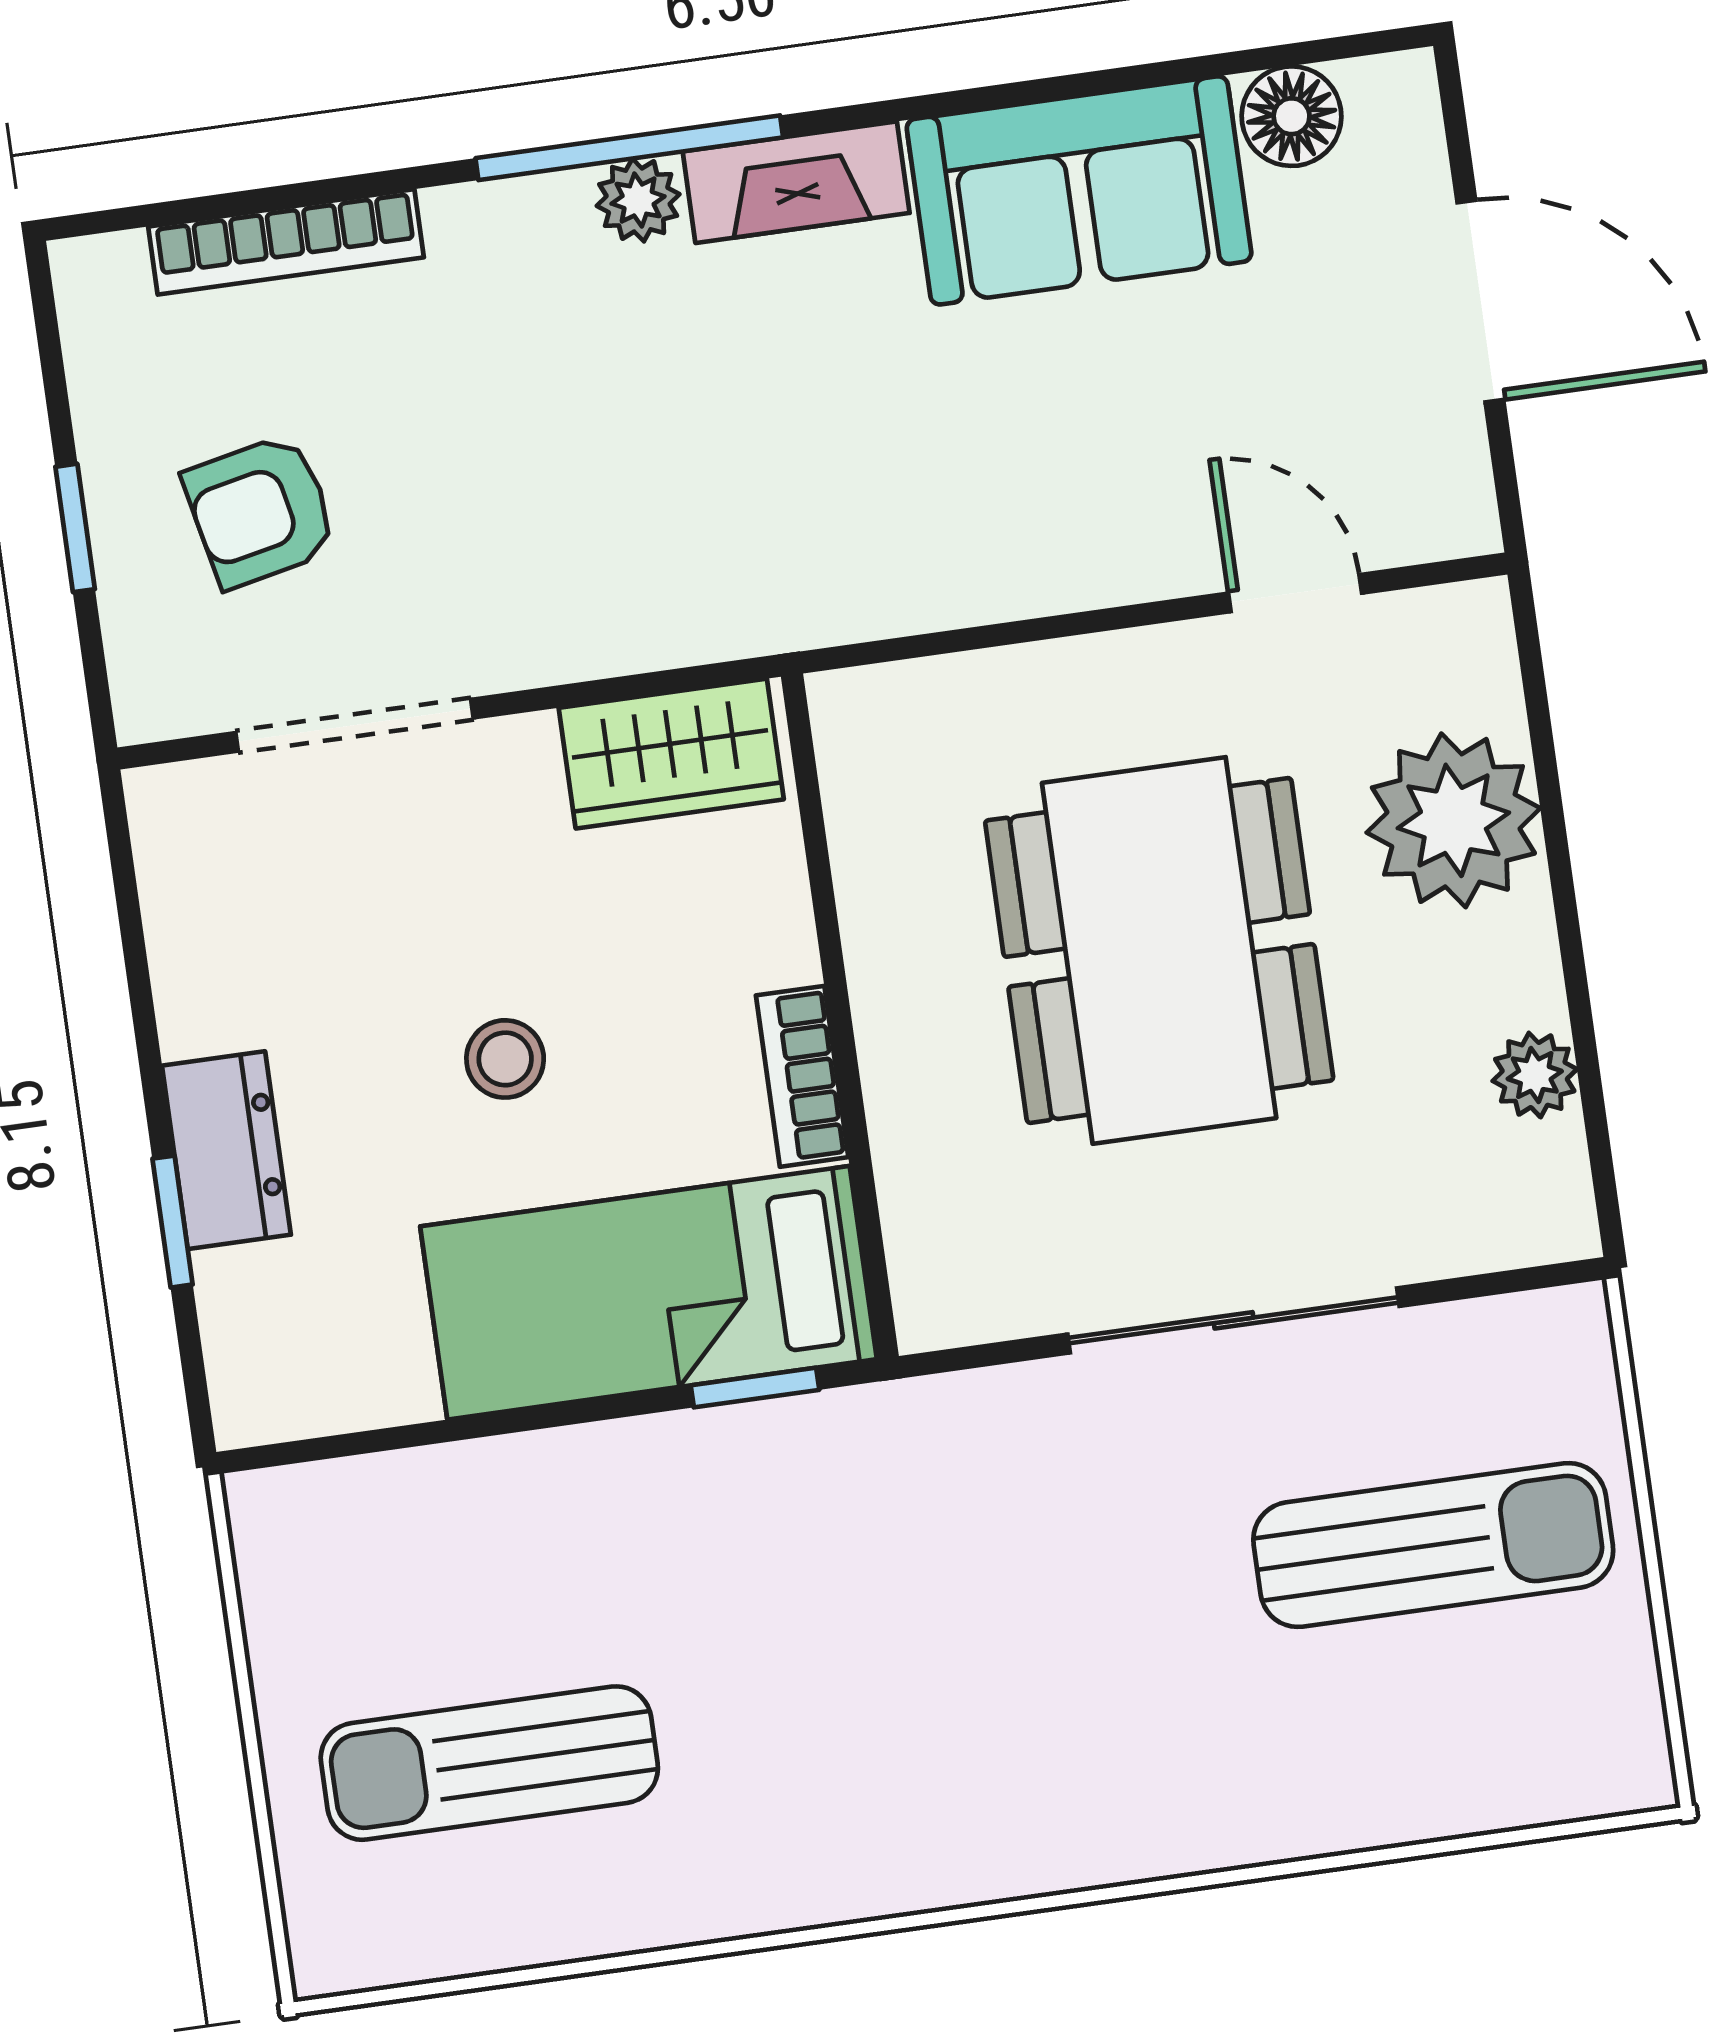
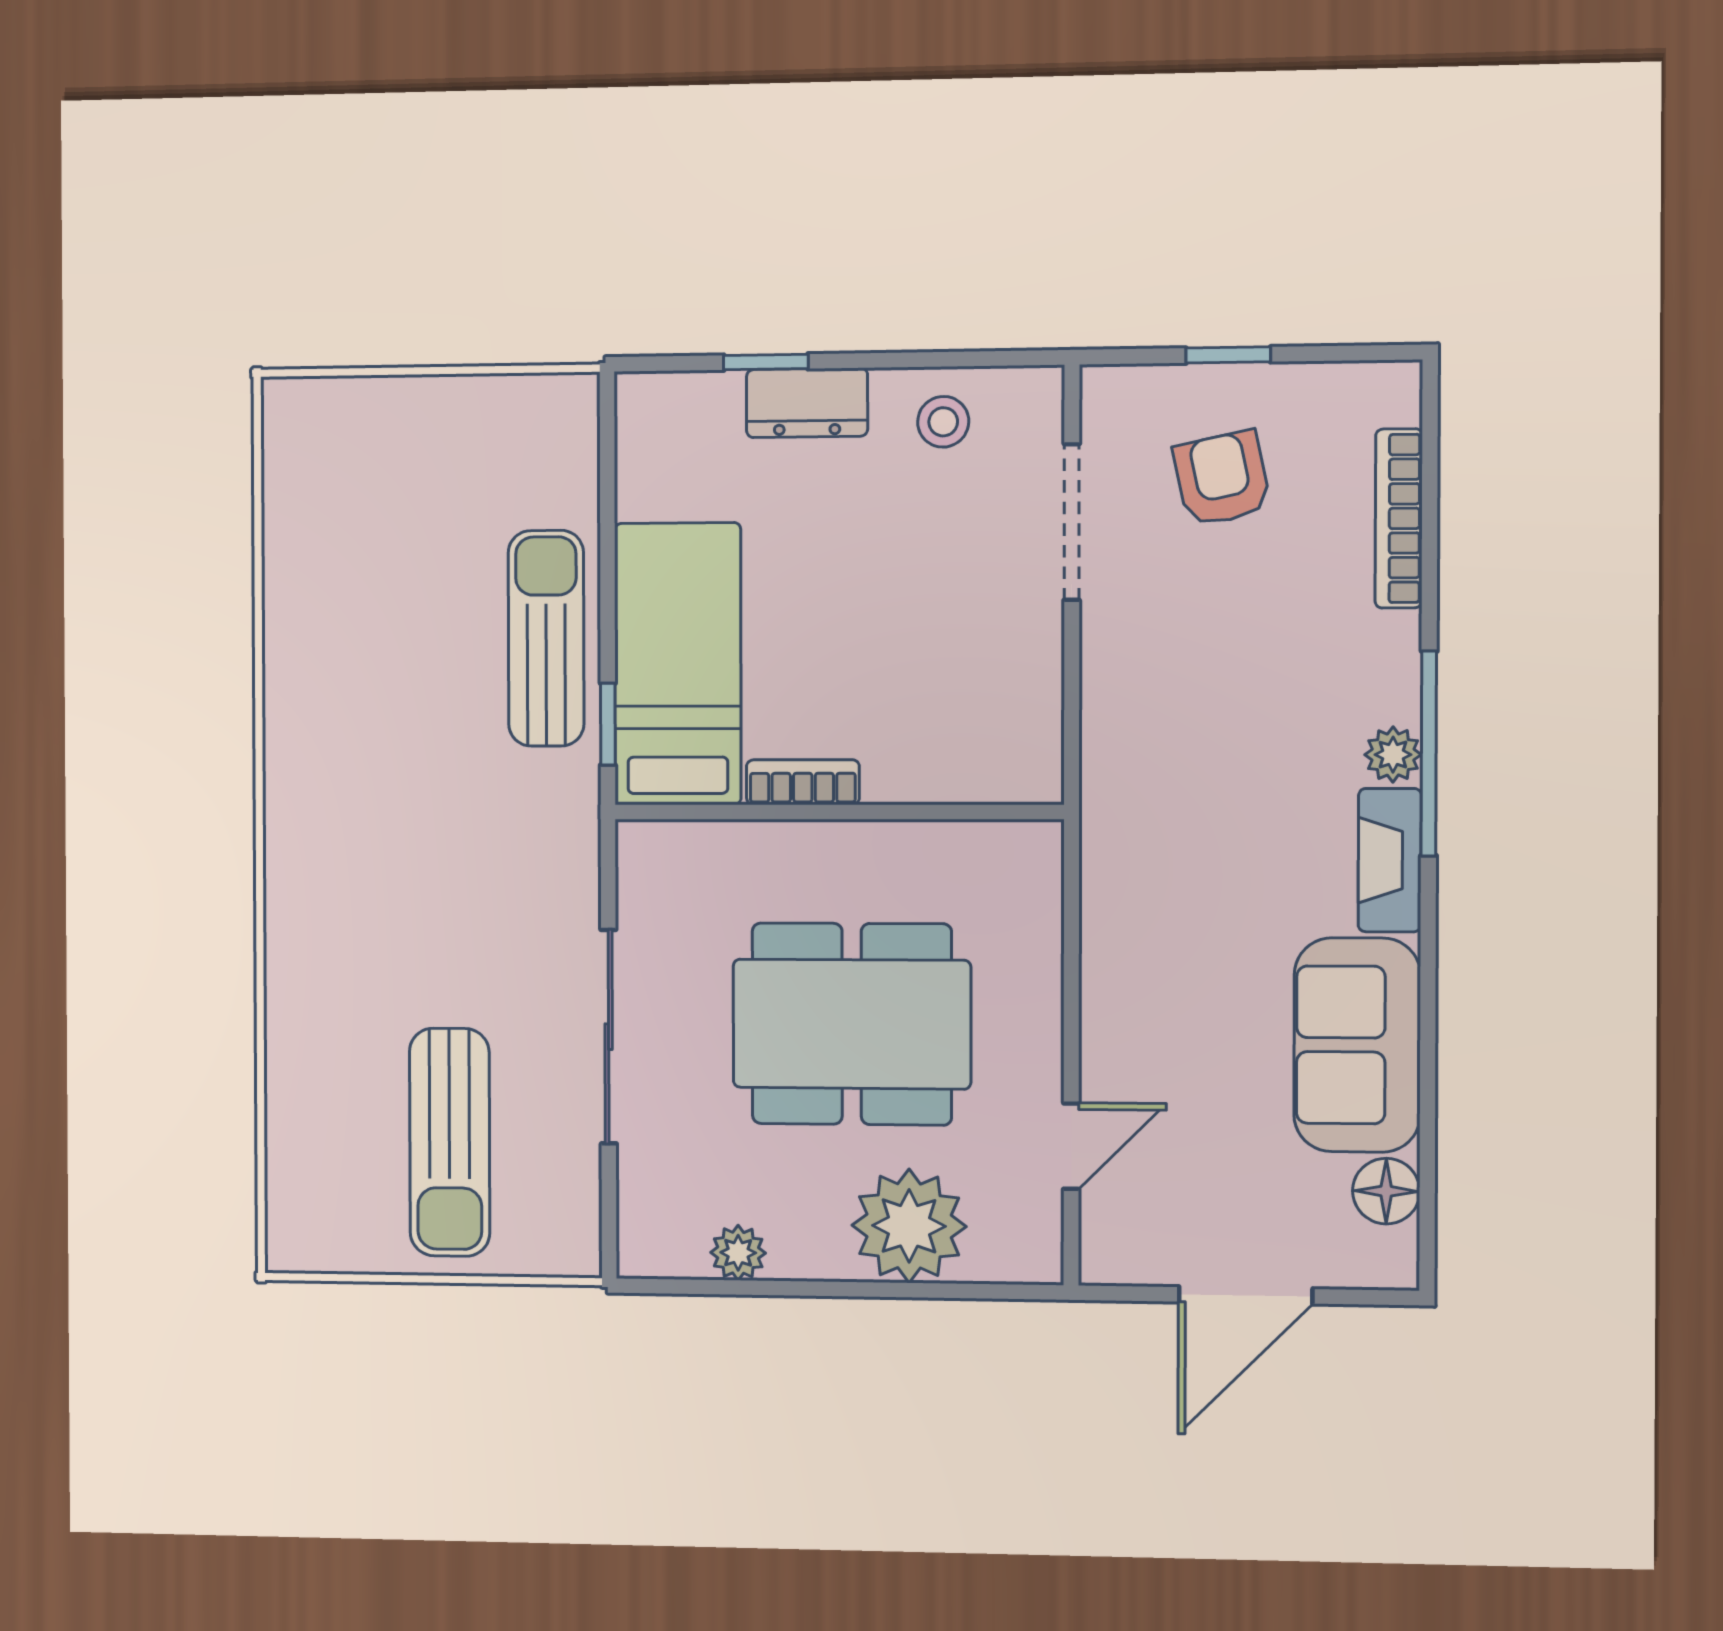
wardrobe: (671, 754) -> (1024, 726), removed
stool: (505, 1059) -> (943, 422), moved
sun lounger: (489, 1763) -> (546, 638), moved

